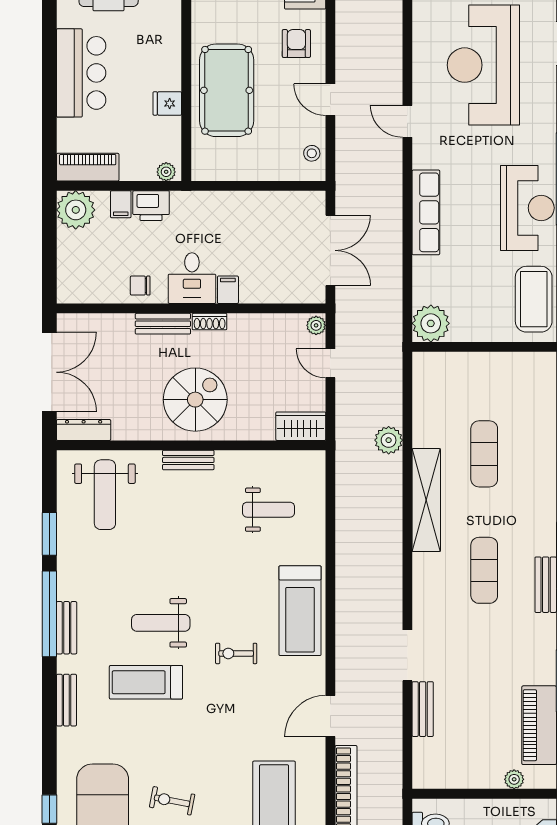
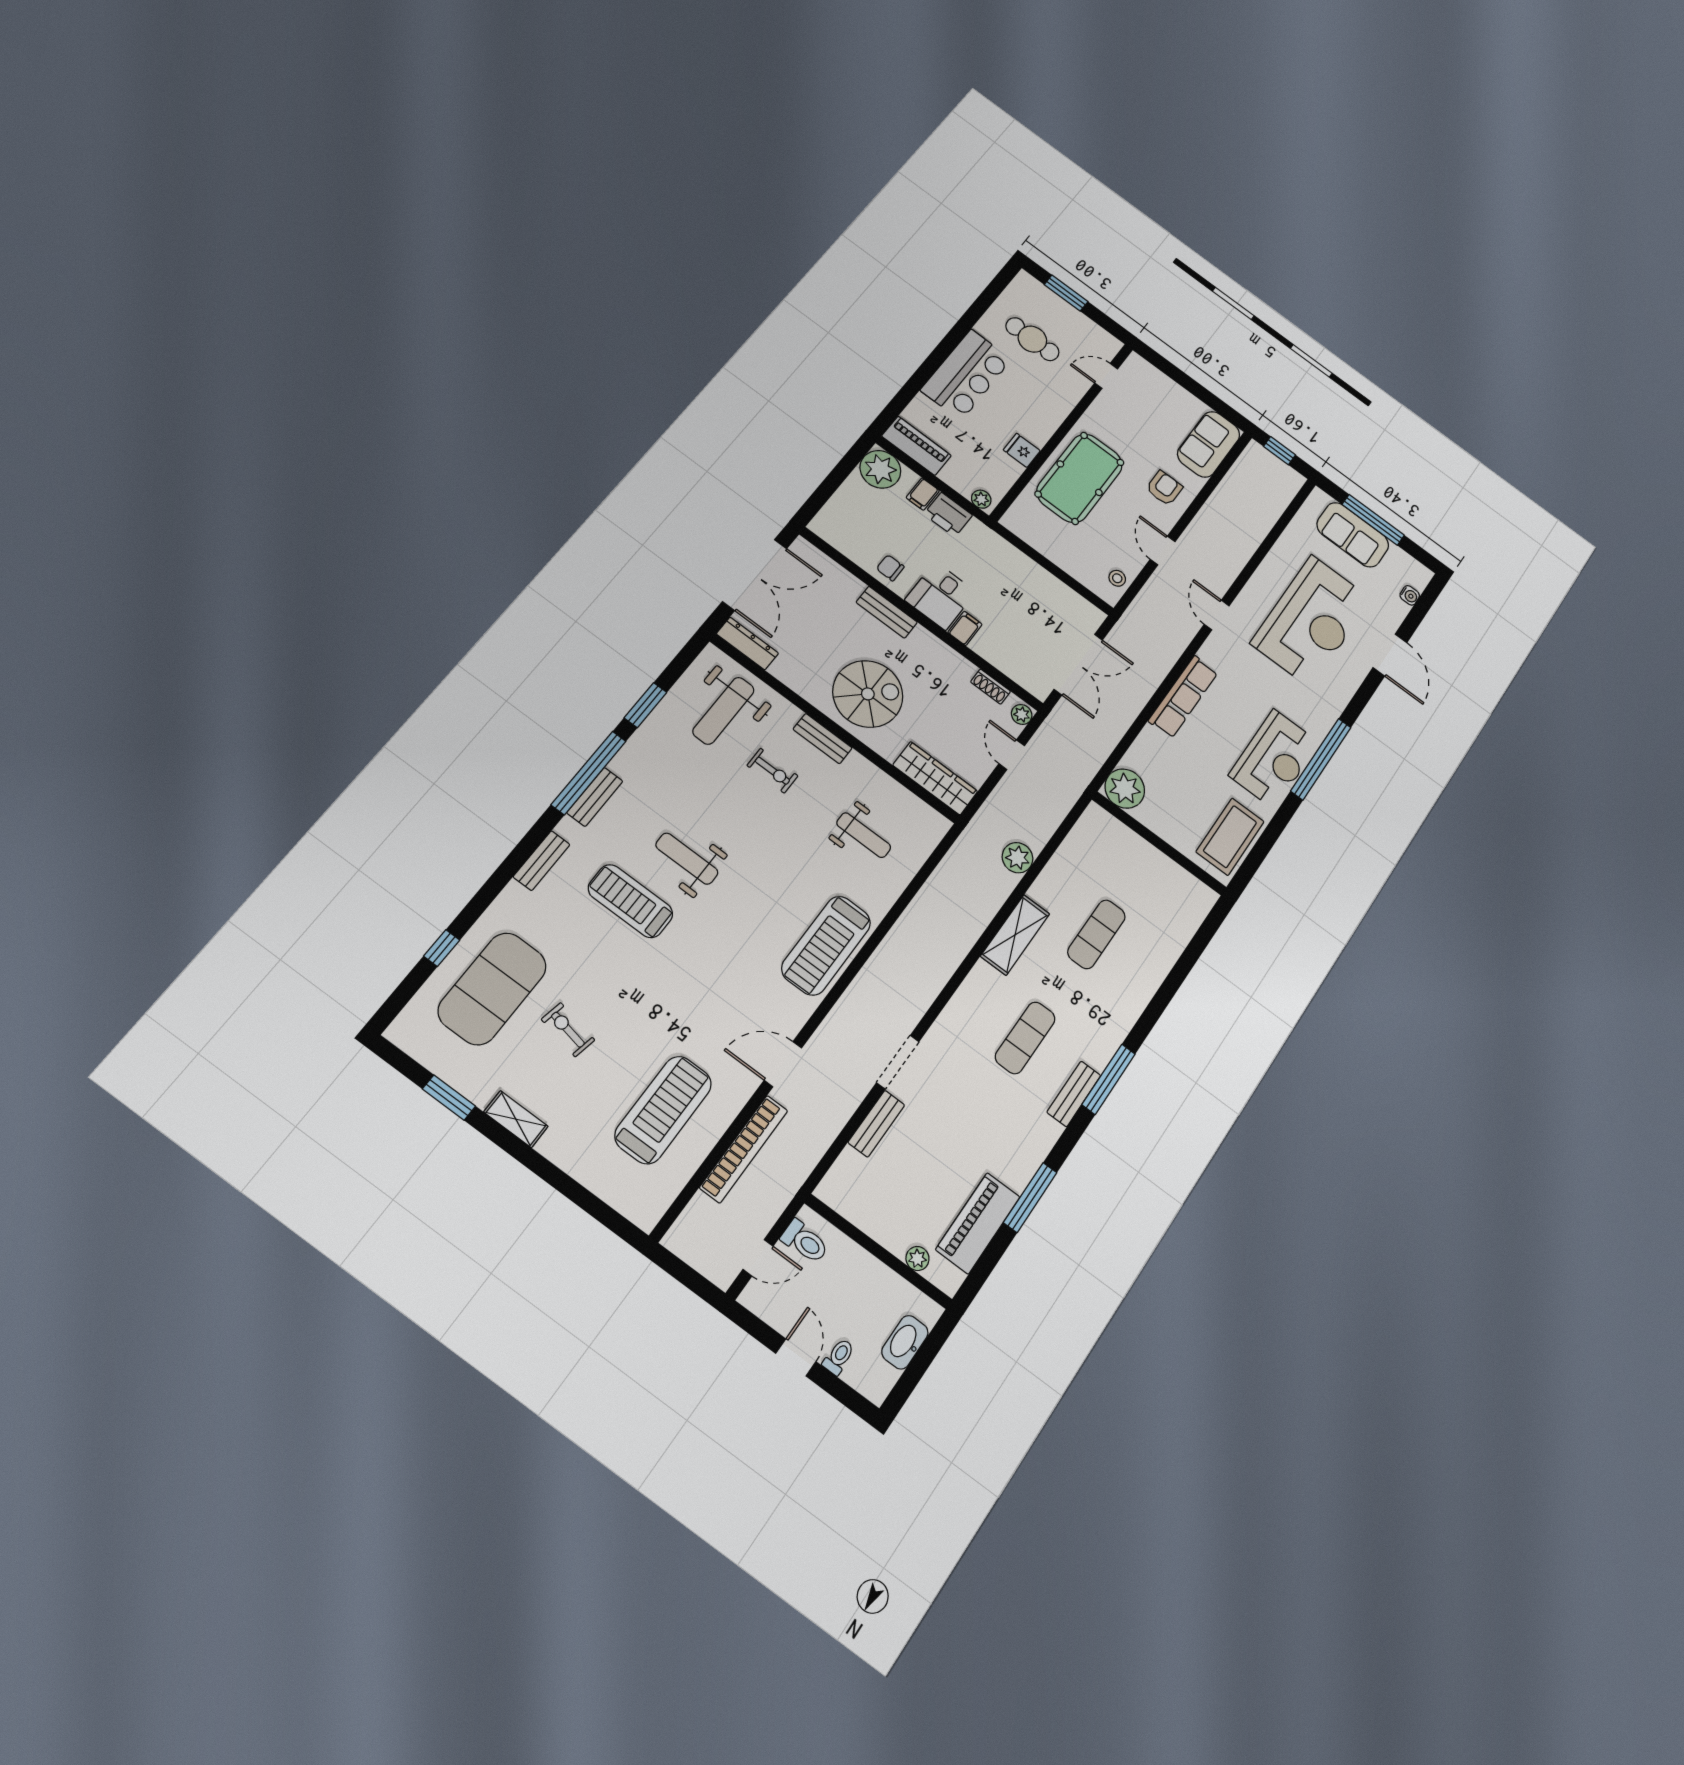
reception desk: (483, 65) -> (1311, 621), turned 180
shoe rack: (210, 322) -> (991, 687), moved
wardrobe: (301, 426) -> (935, 778), width x1.50
shelving: (426, 500) -> (1015, 935), width x0.68
exercise bike: (236, 653) -> (772, 771), moved, turned 180

